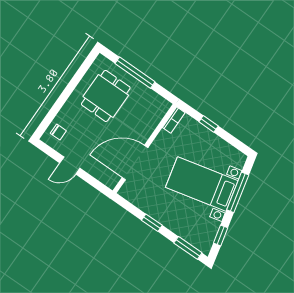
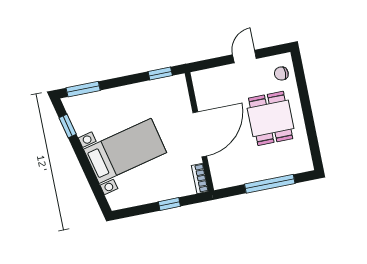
dining table: (106, 96) -> (271, 118), moved
door: (135, 163) -> (200, 134), moved
window: (238, 192) -> (90, 174), removed
window: (152, 223) -> (160, 74), moved

